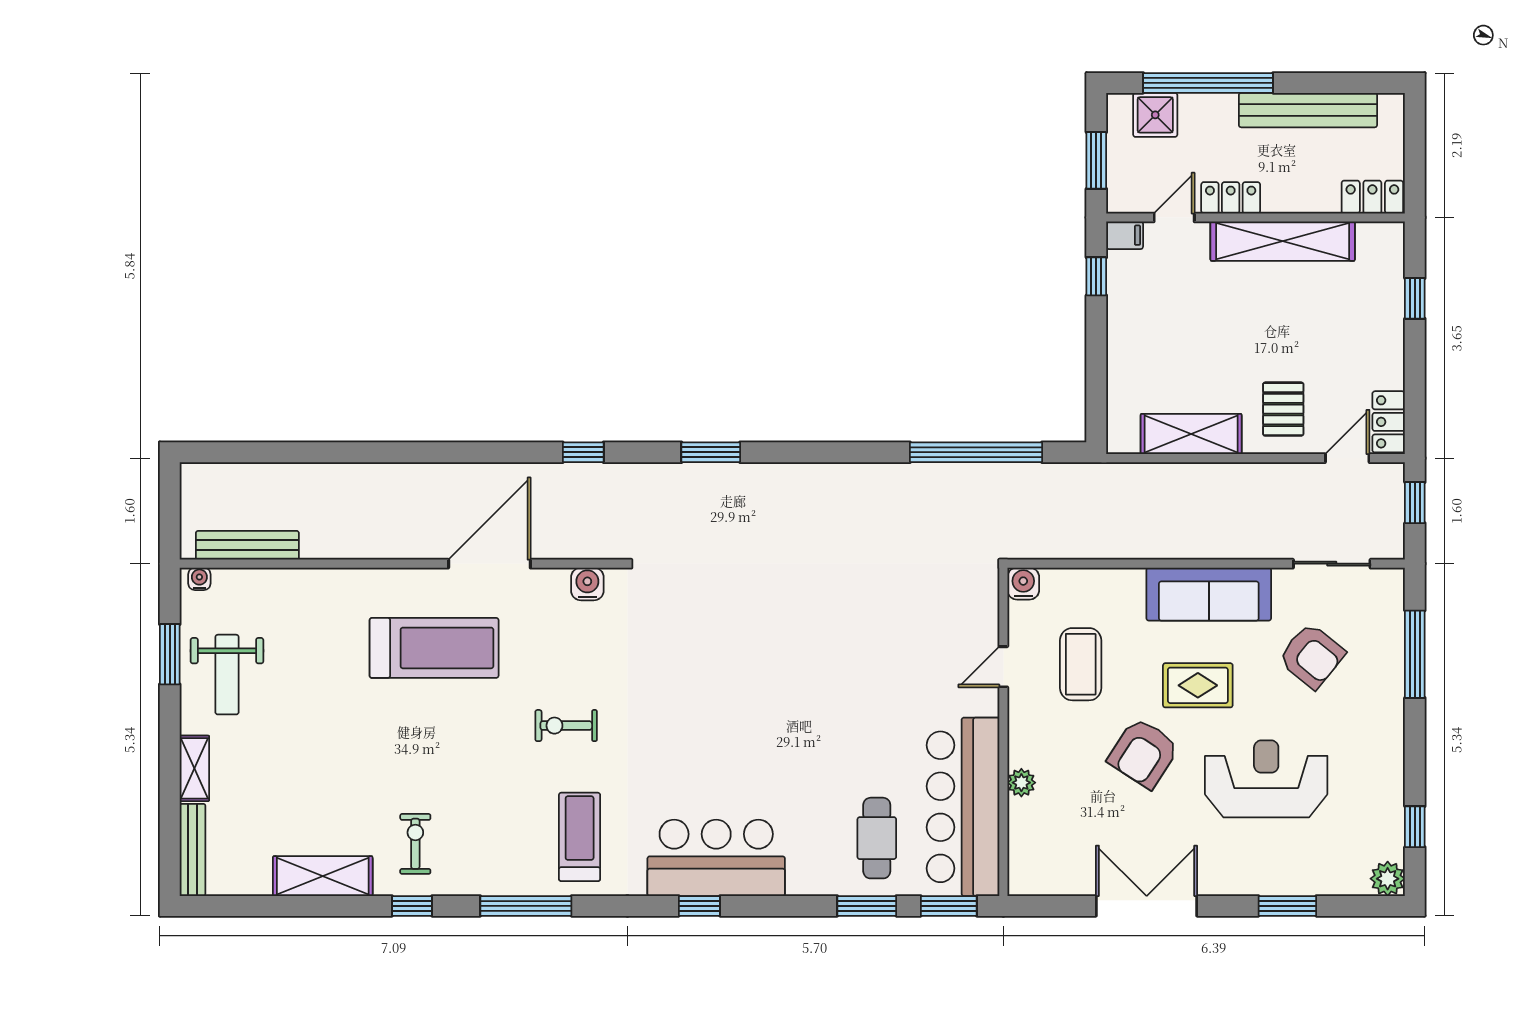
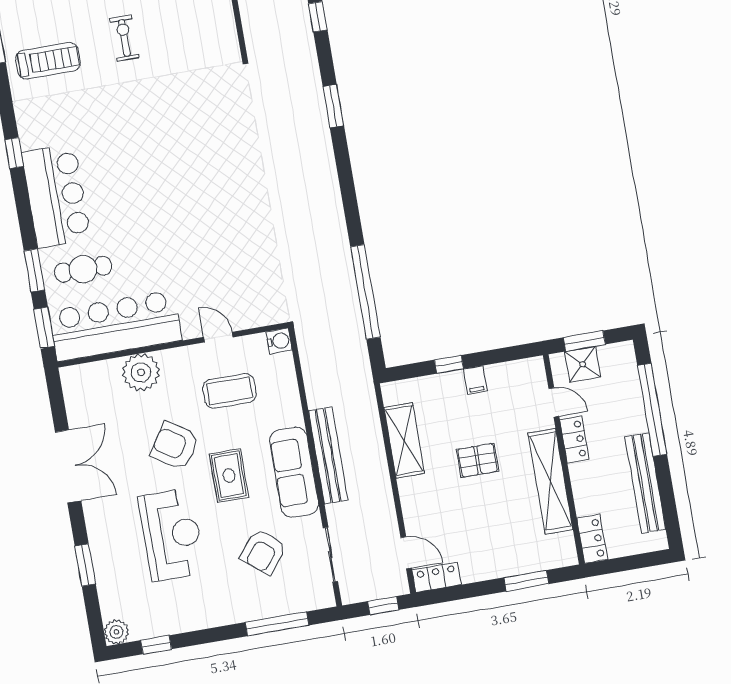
shower: (1155, 115) -> (583, 364), moved
filing cabinet: (1125, 235) -> (475, 380), moved
window: (1096, 276) -> (449, 364), moved
window: (1415, 298) -> (526, 581), width x1.50
pallet: (1283, 409) -> (477, 460), moved
bench: (1194, 543) -> (328, 455), added
water cooler: (587, 584) -> (226, 36), removed
plant: (1021, 783) -> (141, 372), width x1.87, depth x1.87
bar counter: (716, 858) -> (56, 196), moved

